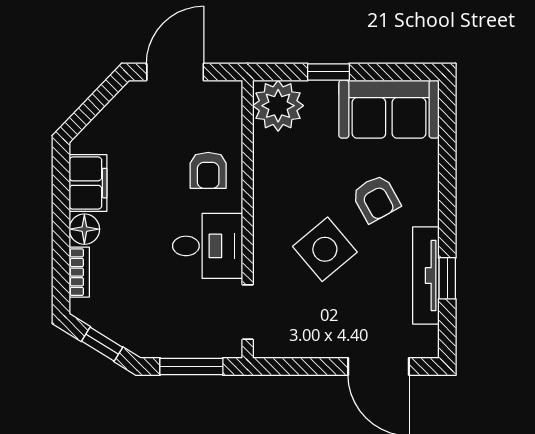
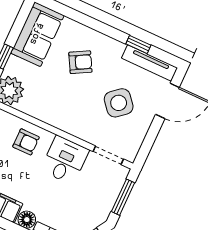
side table: (325, 249) -> (119, 103), moved
tv unit: (426, 275) -> (149, 63), moved

